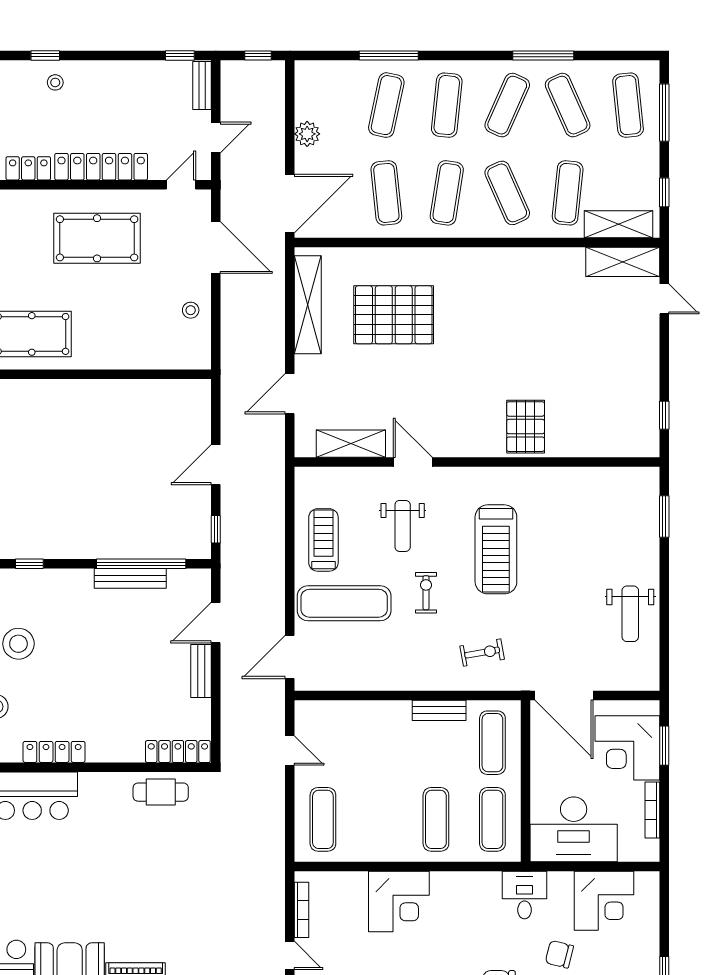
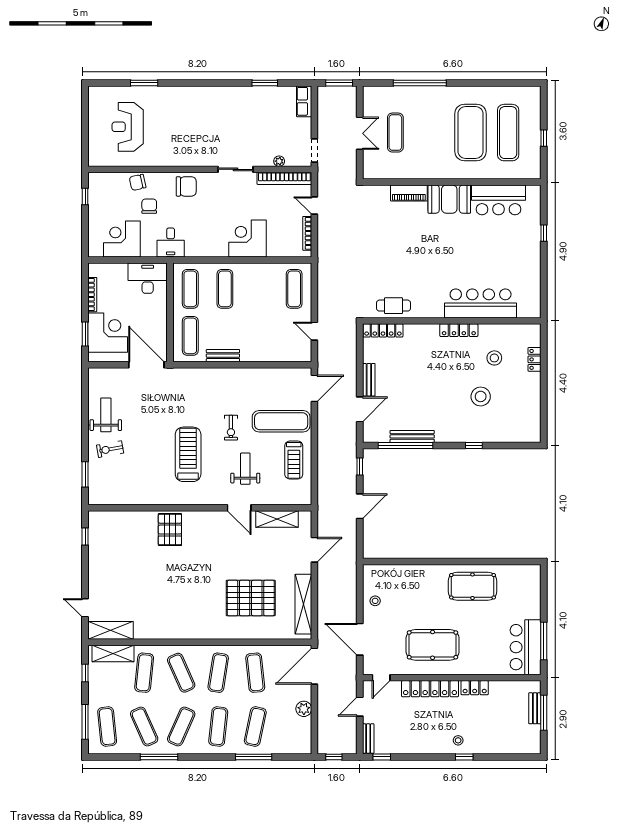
exercise bike: (482, 653) -> (110, 449), moved
desk: (574, 829) -> (148, 278), width x0.73, depth x0.77
chair: (559, 954) -> (149, 206), turned -104

